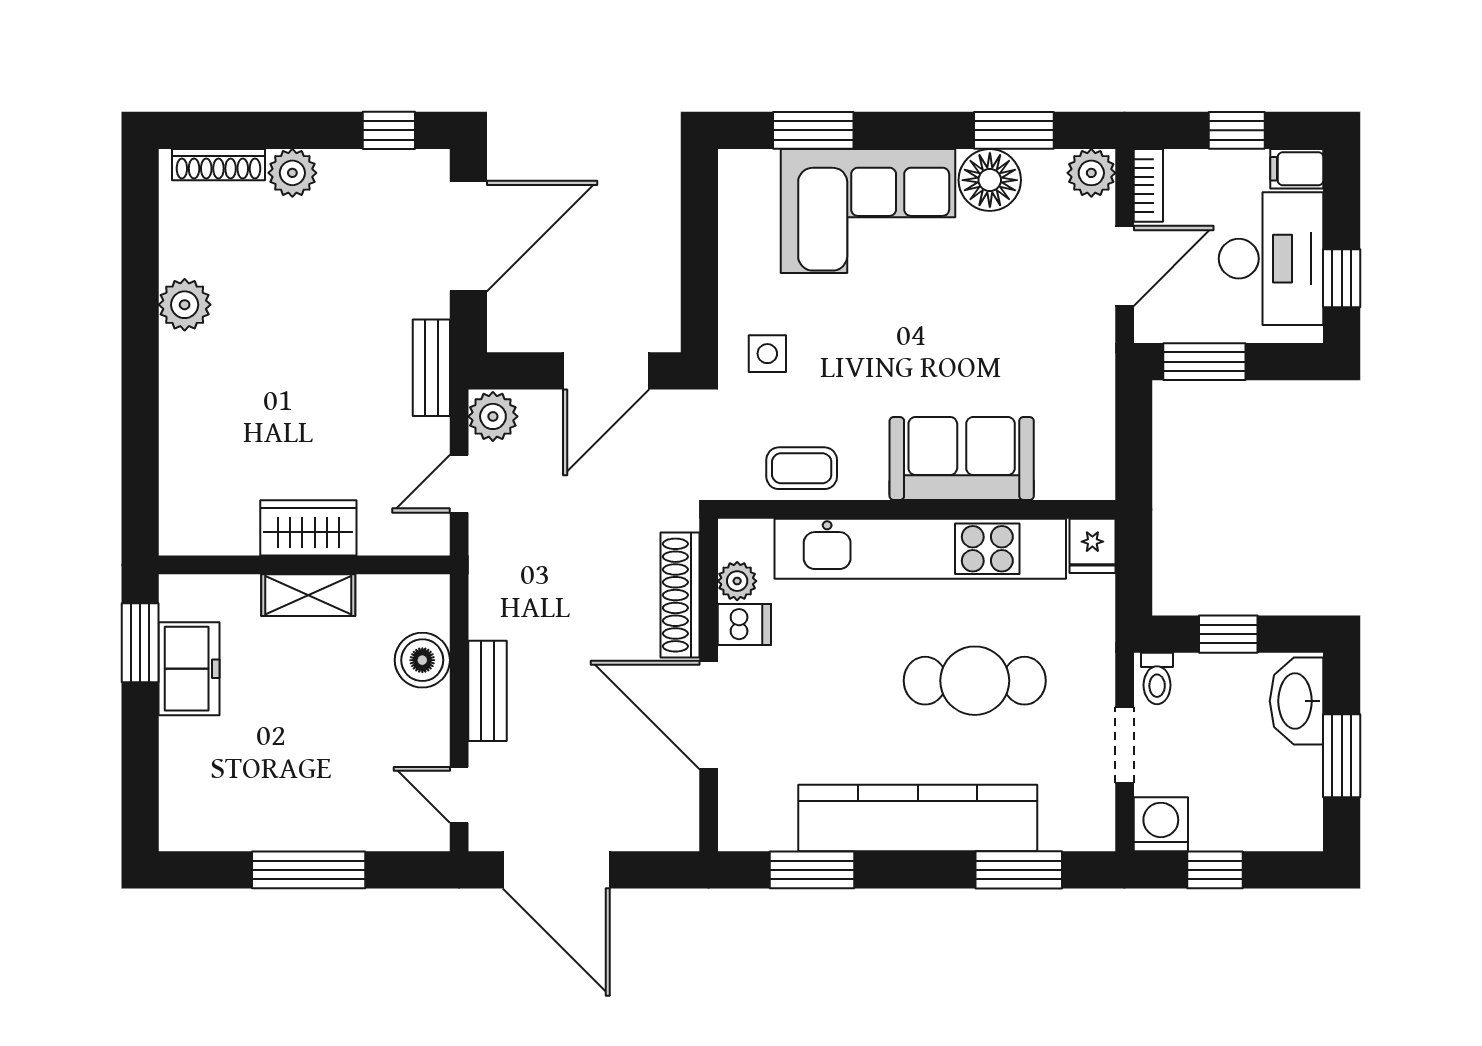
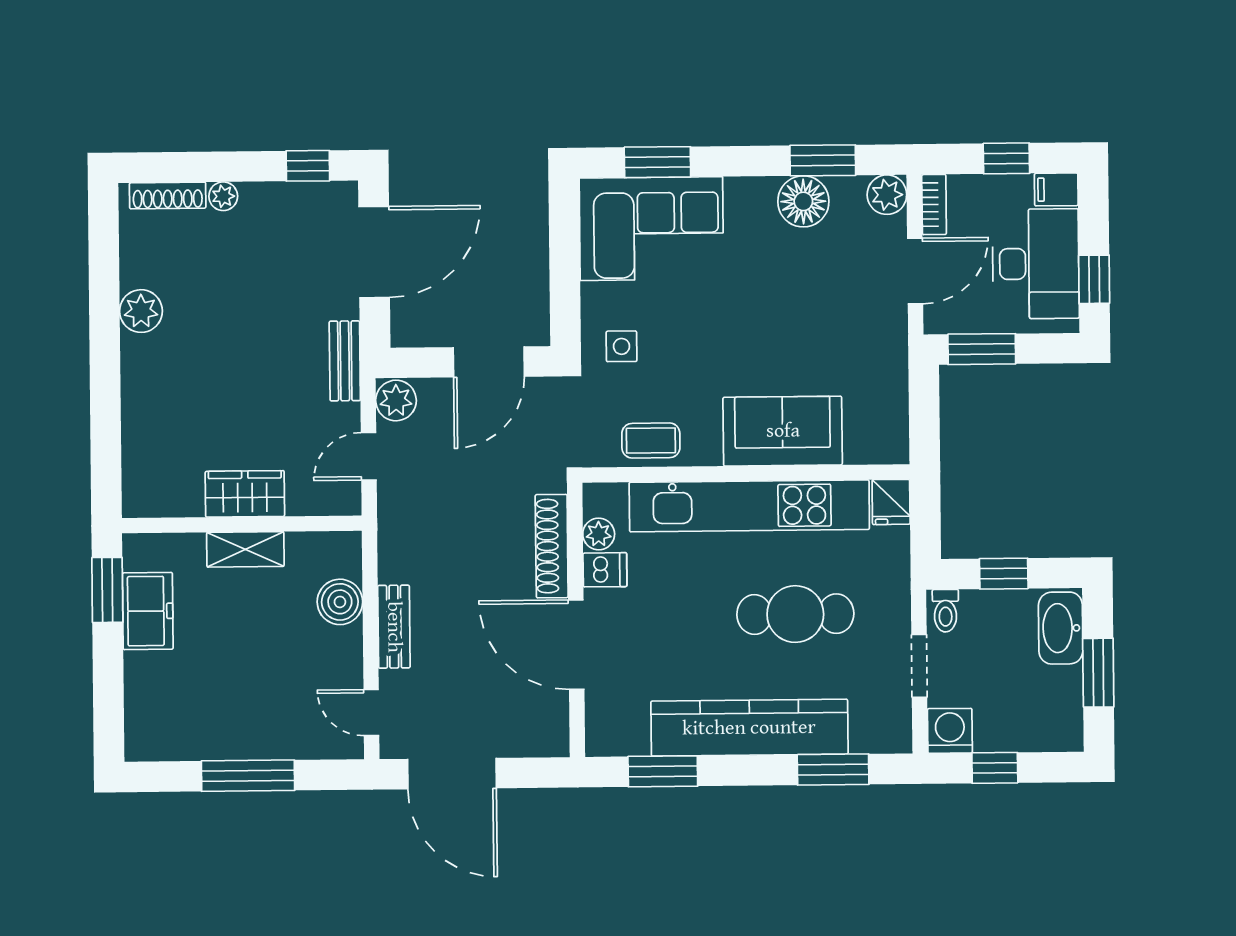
plant: (292, 173) -> (223, 196), width x0.73, depth x0.73
corner sofa: (868, 211) -> (651, 229), moved

